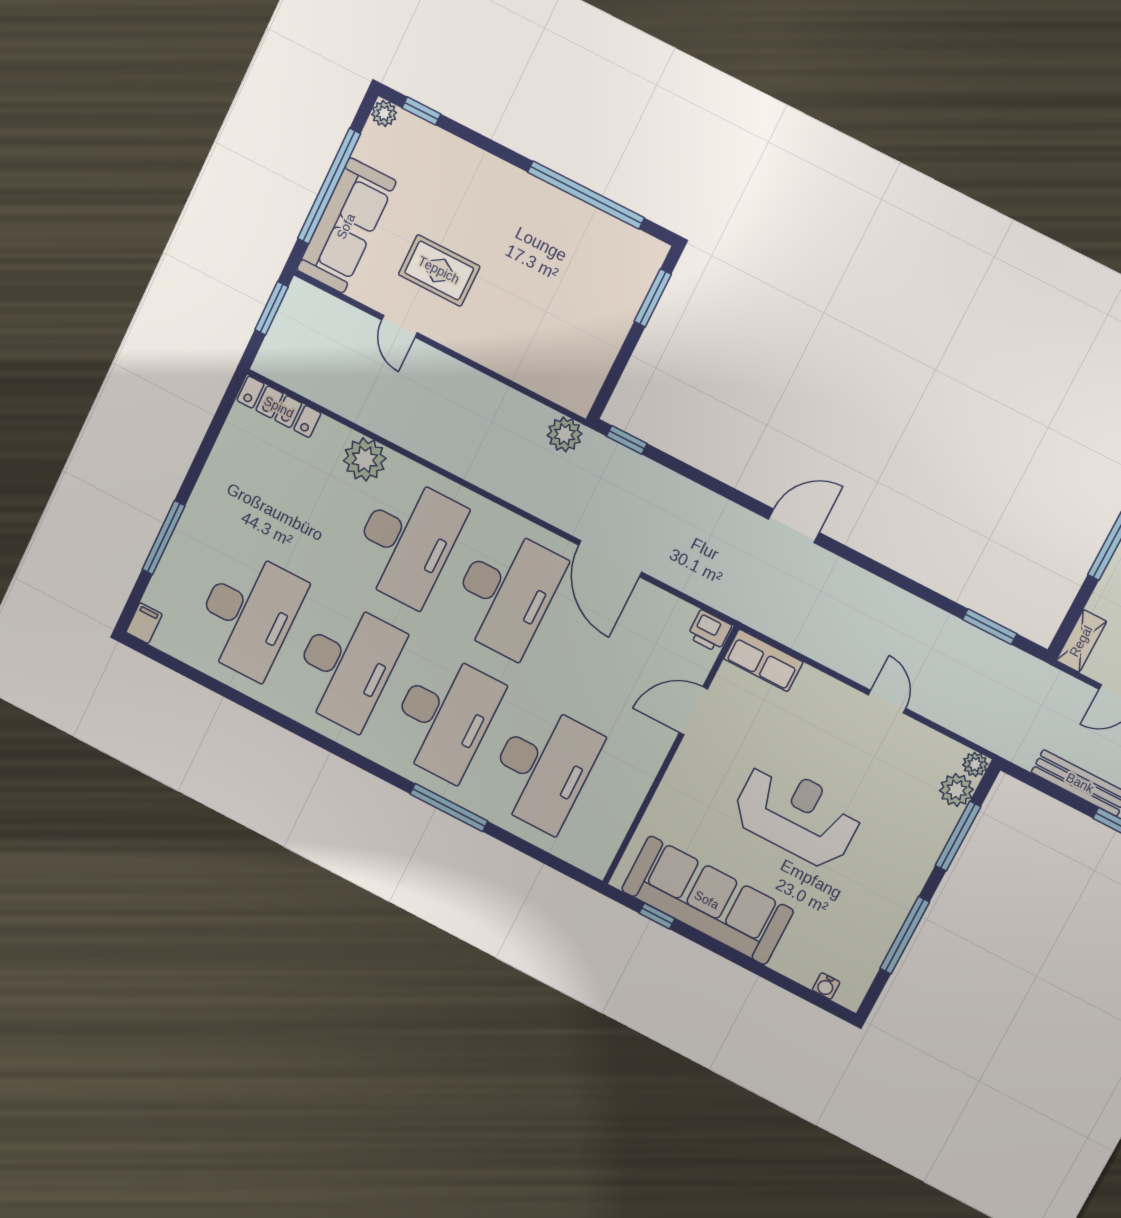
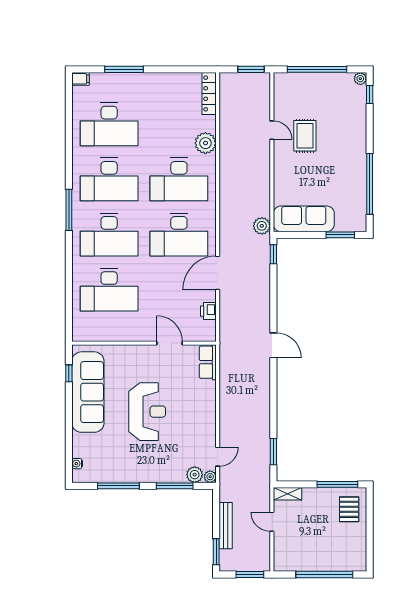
sofa: (346, 226) -> (304, 219), moved, turned 180
door: (399, 326) -> (272, 130), swing flipped
printer: (709, 631) -> (208, 311), moved
door: (887, 702) -> (218, 457), moved
window: (449, 807) -> (69, 210), moved

